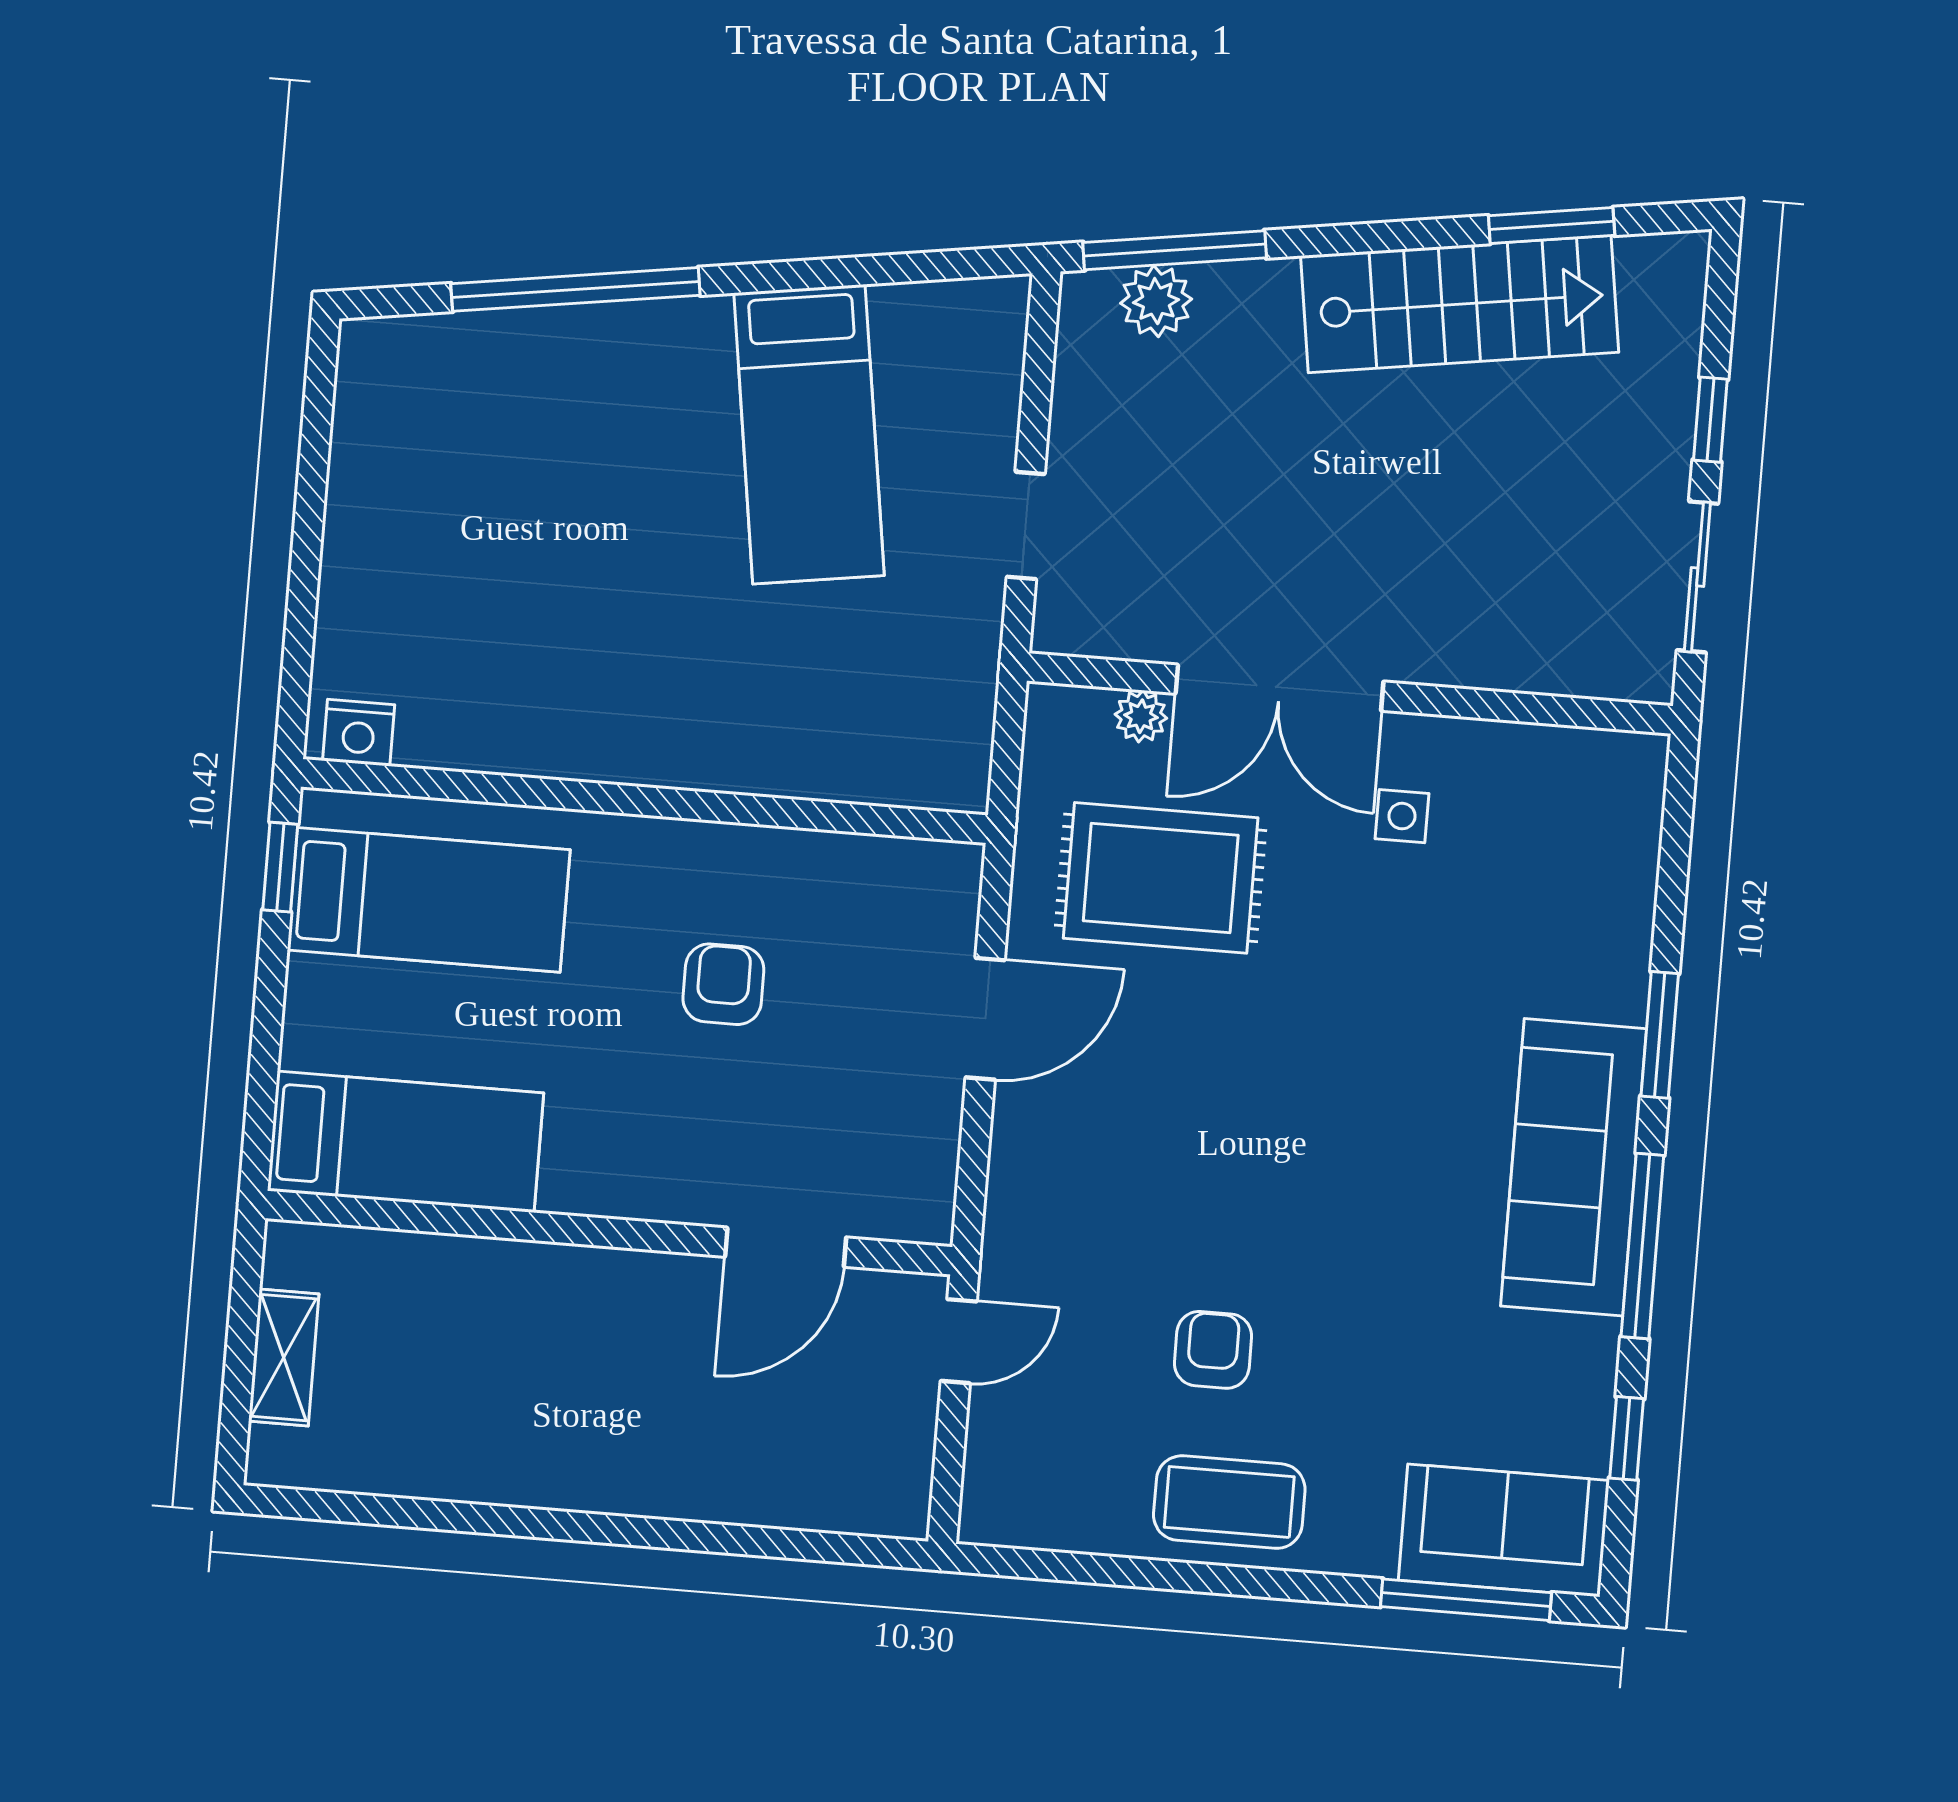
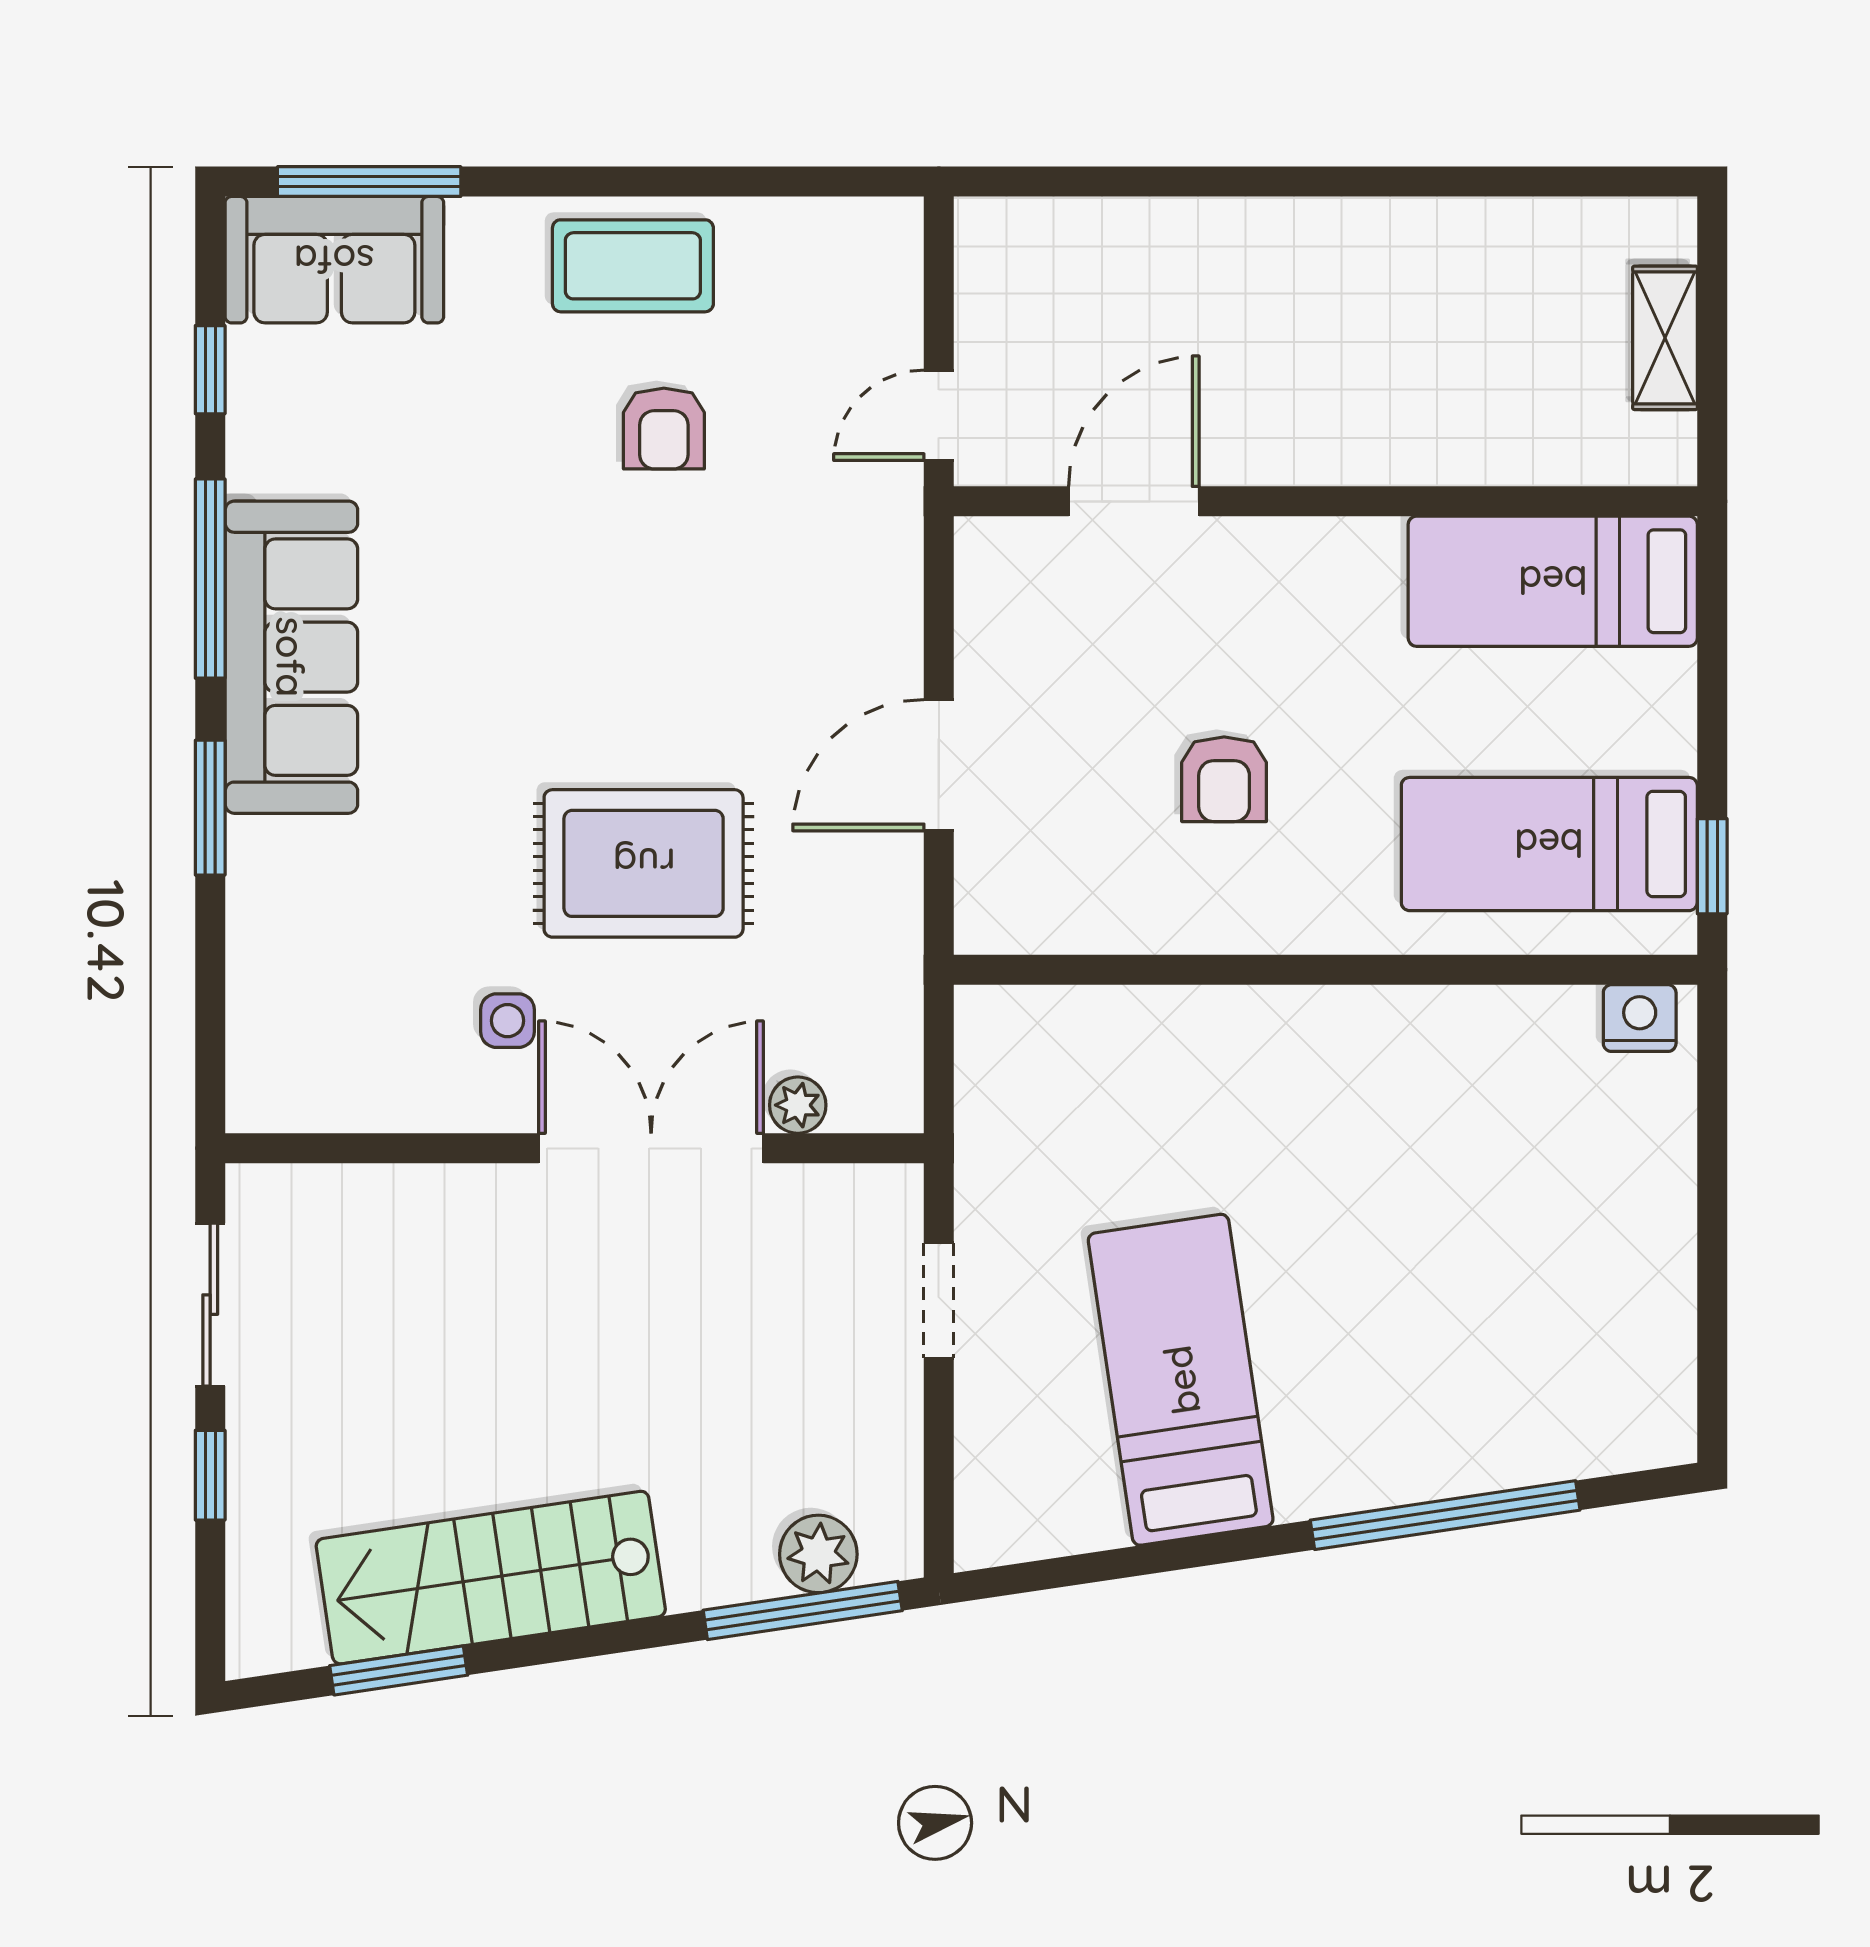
rug: (1161, 878) -> (644, 863), moved

